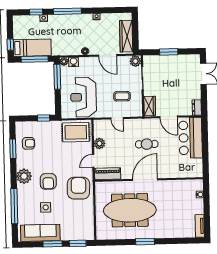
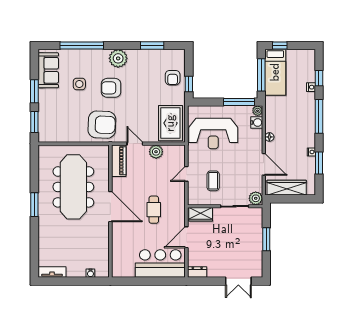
window: (105, 10) -> (319, 163), added
door: (108, 55) -> (264, 164), swing flipped
reception desk: (83, 97) -> (213, 133), turned 180
armchair: (28, 143) -> (173, 78), moved
sofa: (40, 233) -> (48, 70), width x0.73

